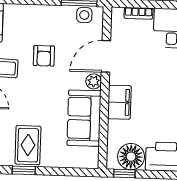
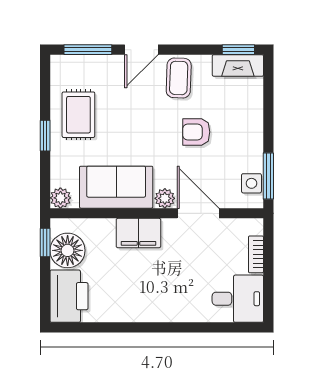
rug: (28, 145) -> (78, 115), turned 90
plant: (91, 161) -> (60, 198), added
window: (24, 170) -> (45, 136), moved

